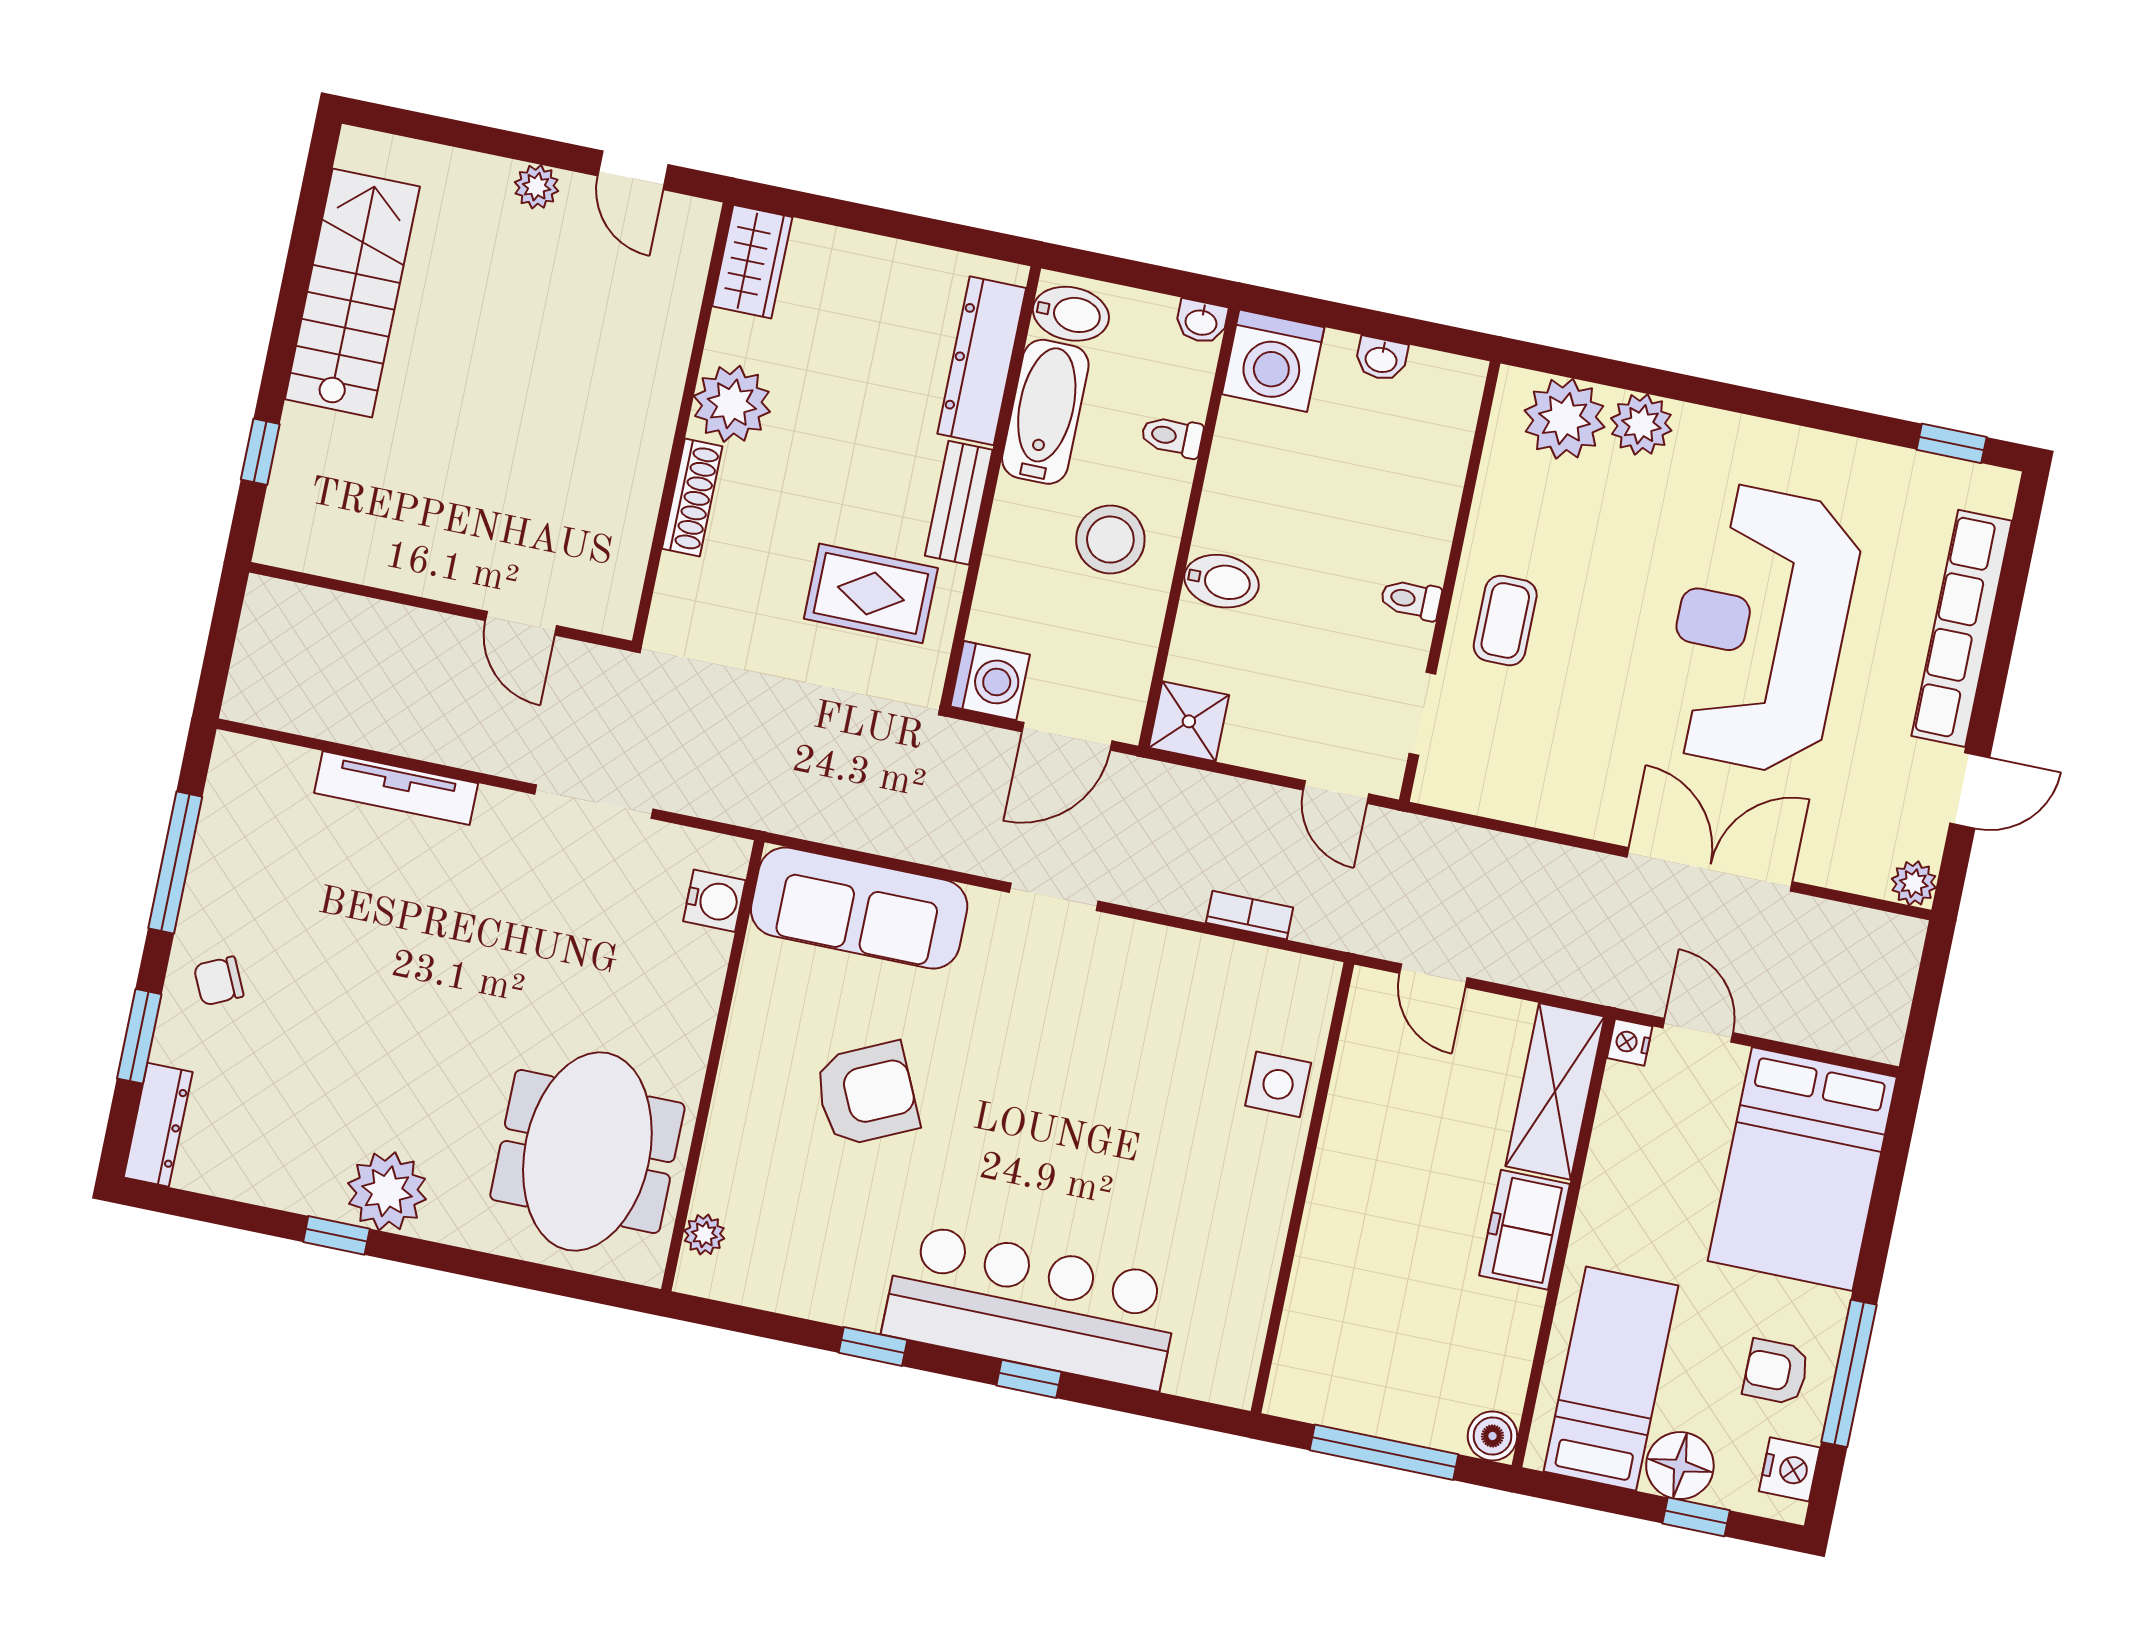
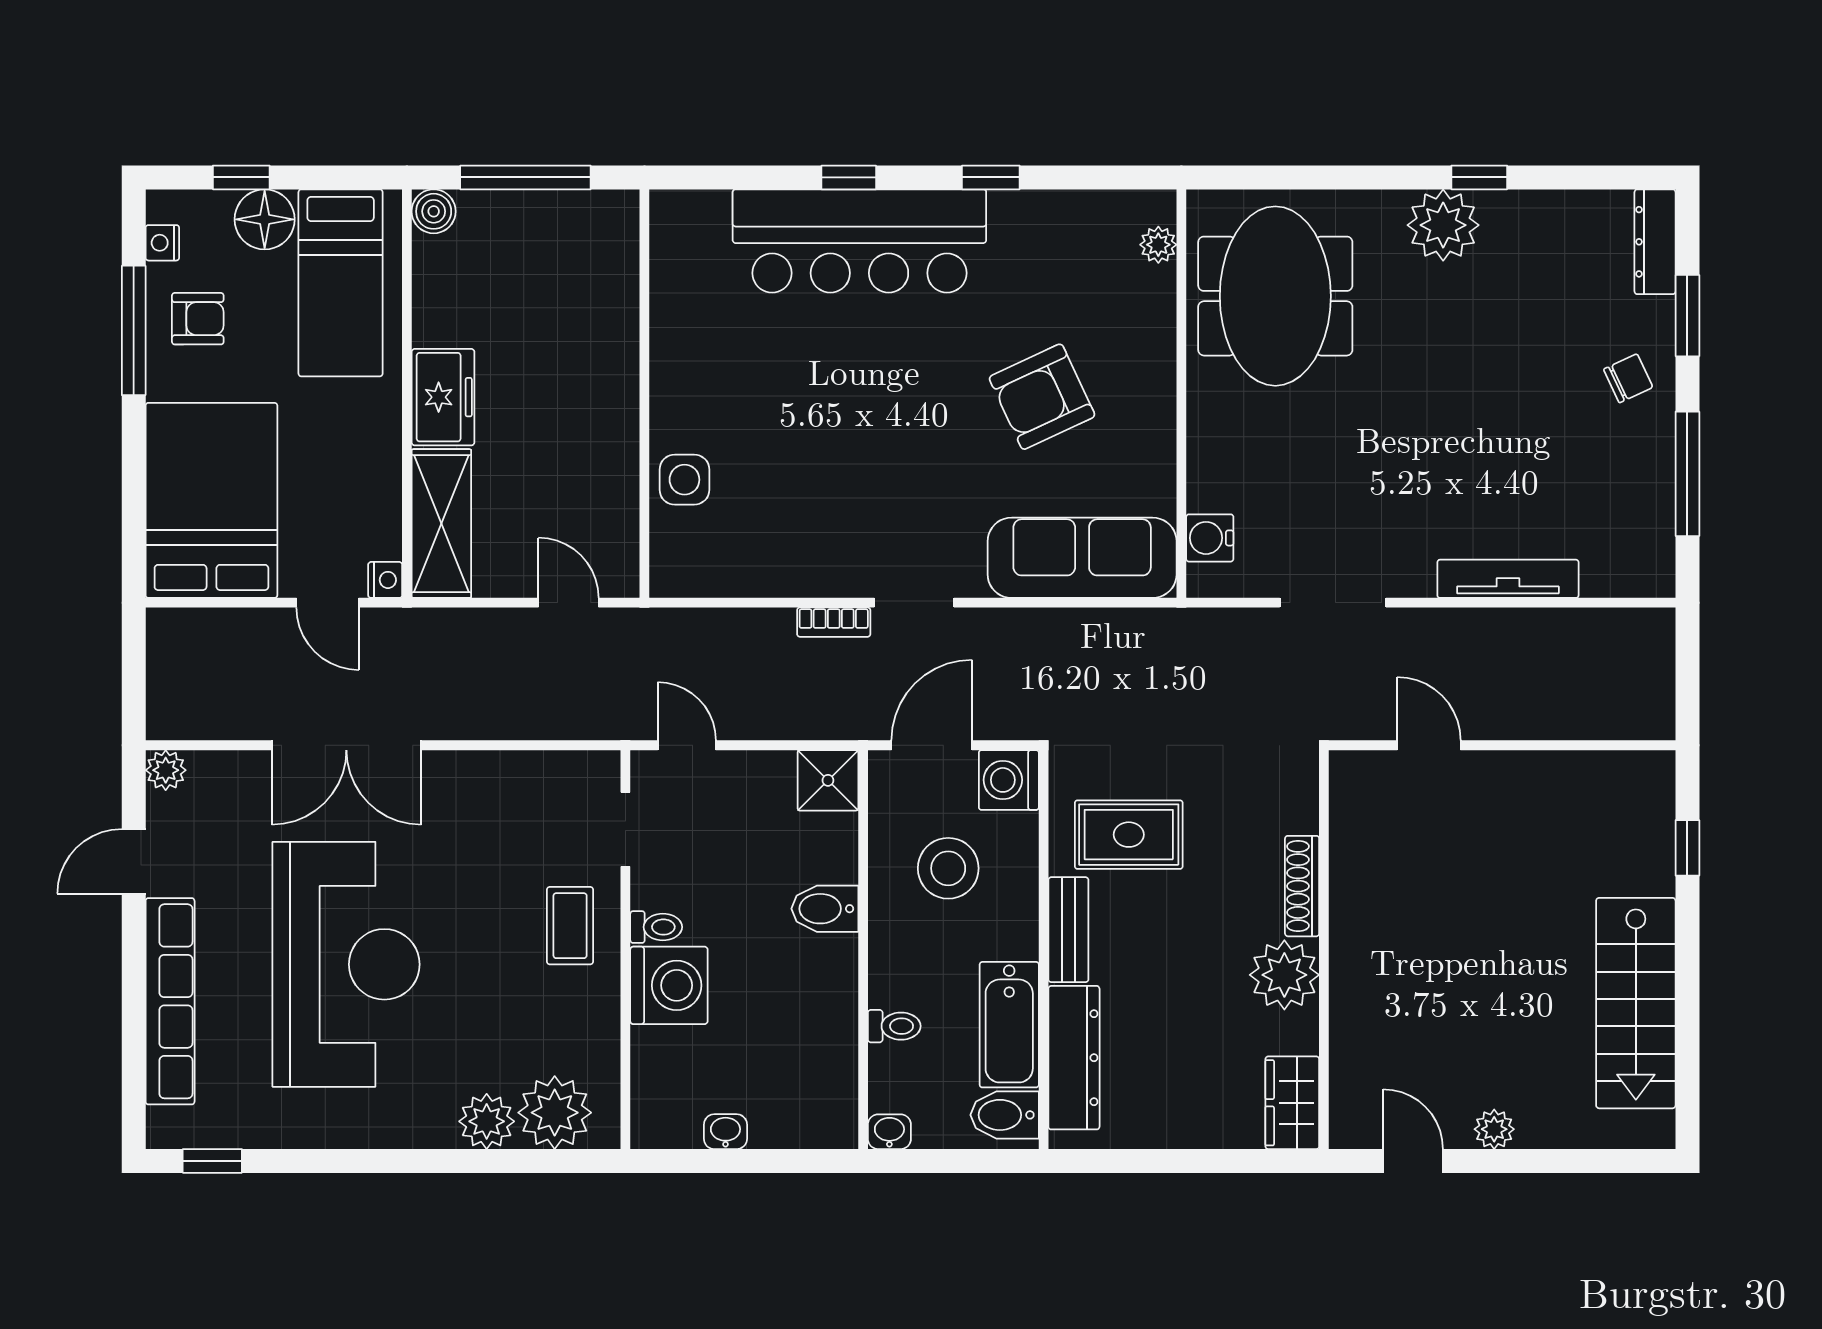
washing machine: (1273, 361) -> (669, 985), moved, turned 90
stool: (1110, 540) -> (948, 868), moved
bookcase: (1250, 915) -> (834, 622), moved
nightstand: (1790, 1469) -> (162, 243), width x0.72, depth x0.74

